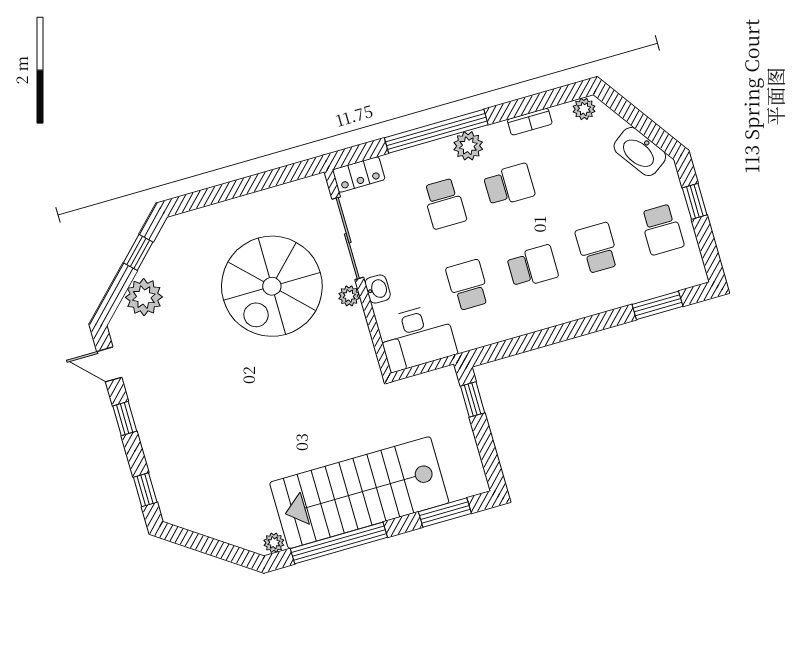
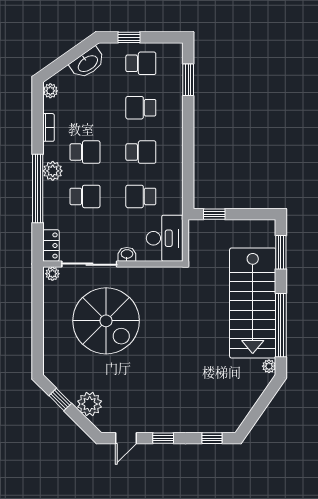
school desk: (509, 185) -> (85, 152), turned 90
school desk: (533, 266) -> (141, 152), turned 90
plant: (349, 296) -> (52, 274), moved

